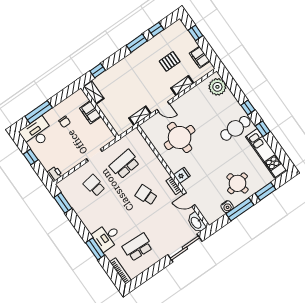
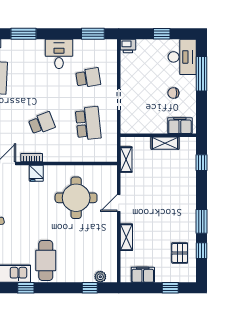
pallet: (170, 61) -> (180, 253), moved
plant: (217, 87) -> (100, 277), width x0.53, depth x0.53
shelving: (94, 92) -> (165, 143), moved
window: (248, 108) -> (90, 288), moved
filing cabinet: (90, 112) -> (180, 126), moved
shelving: (140, 116) -> (126, 160), moved
desk: (107, 237) -> (59, 54), moved

